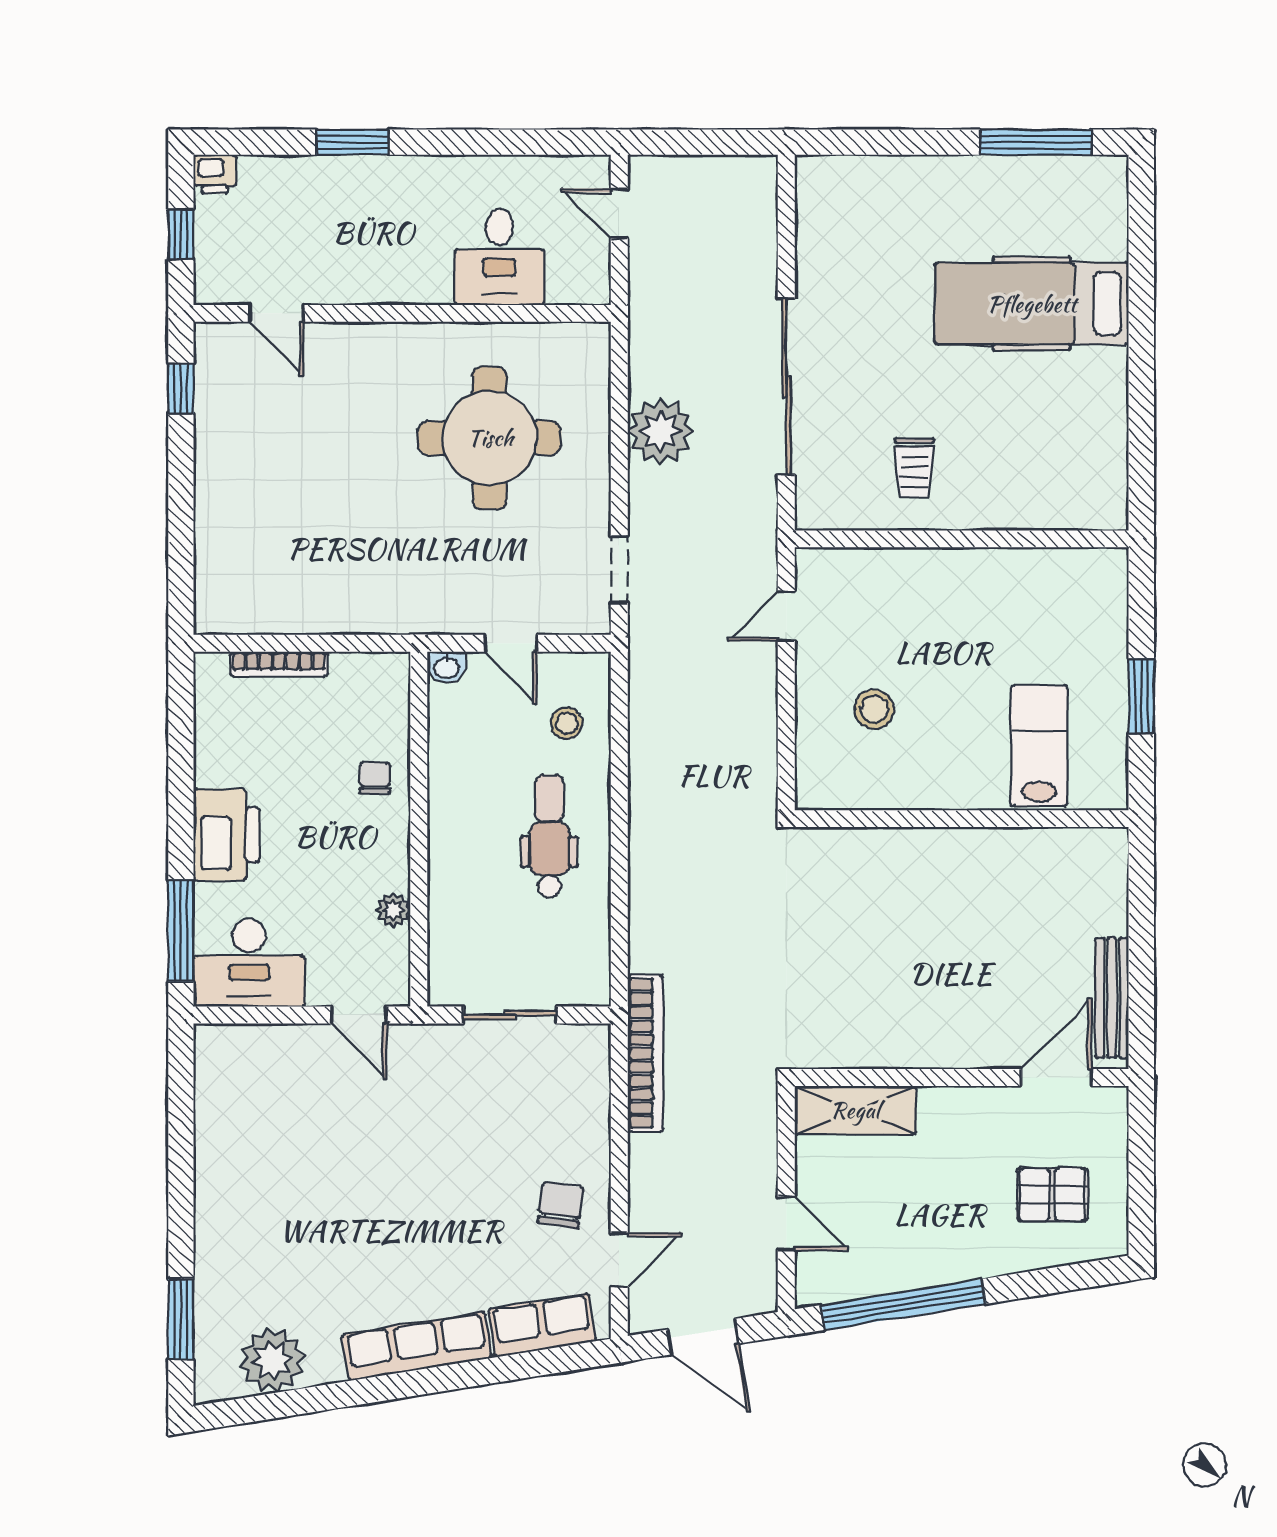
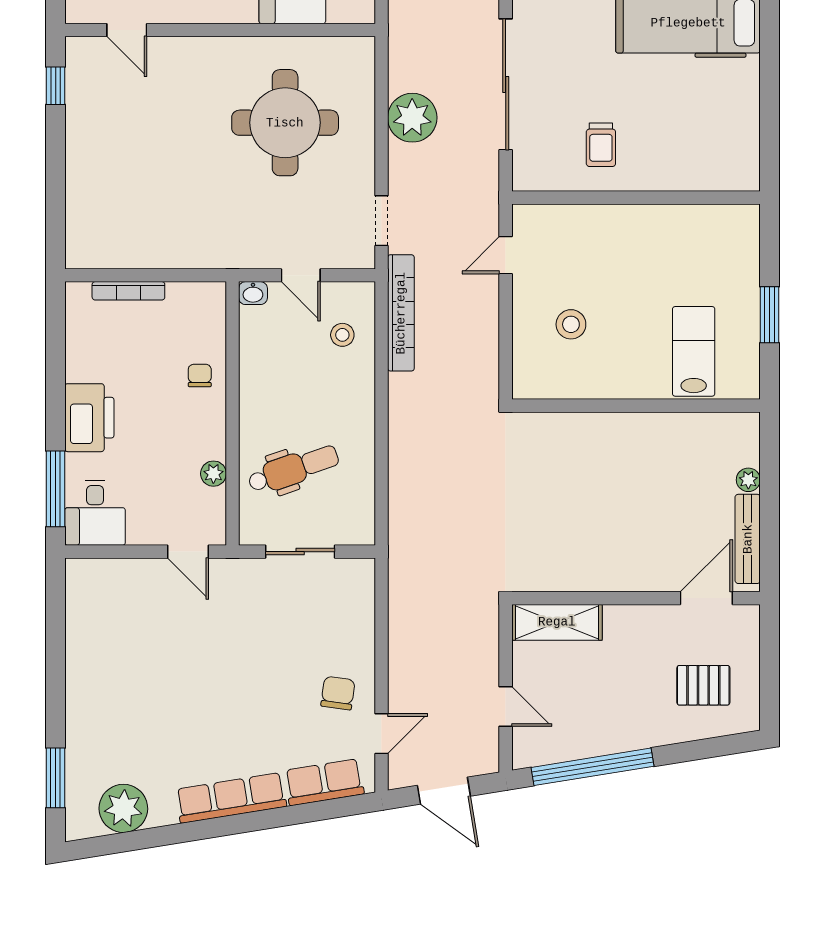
dental chair: (549, 836) -> (293, 469), moved, turned 71
plant: (1113, 918) -> (748, 480), added
desk: (249, 963) -> (95, 513), width x0.73
bookcase: (645, 1053) -> (401, 313), moved

